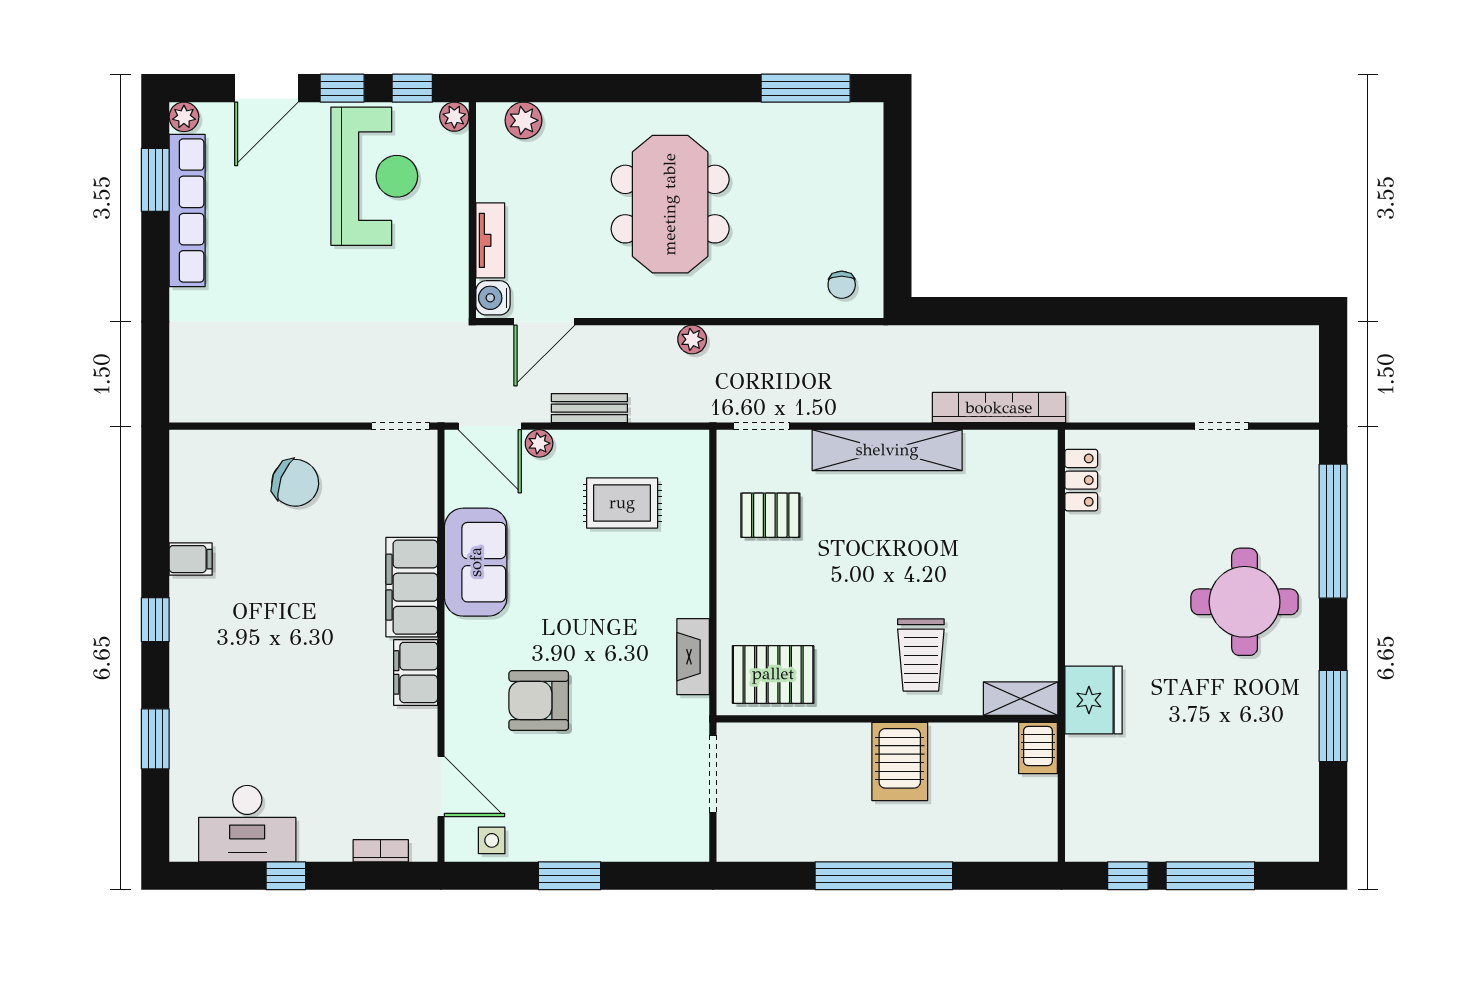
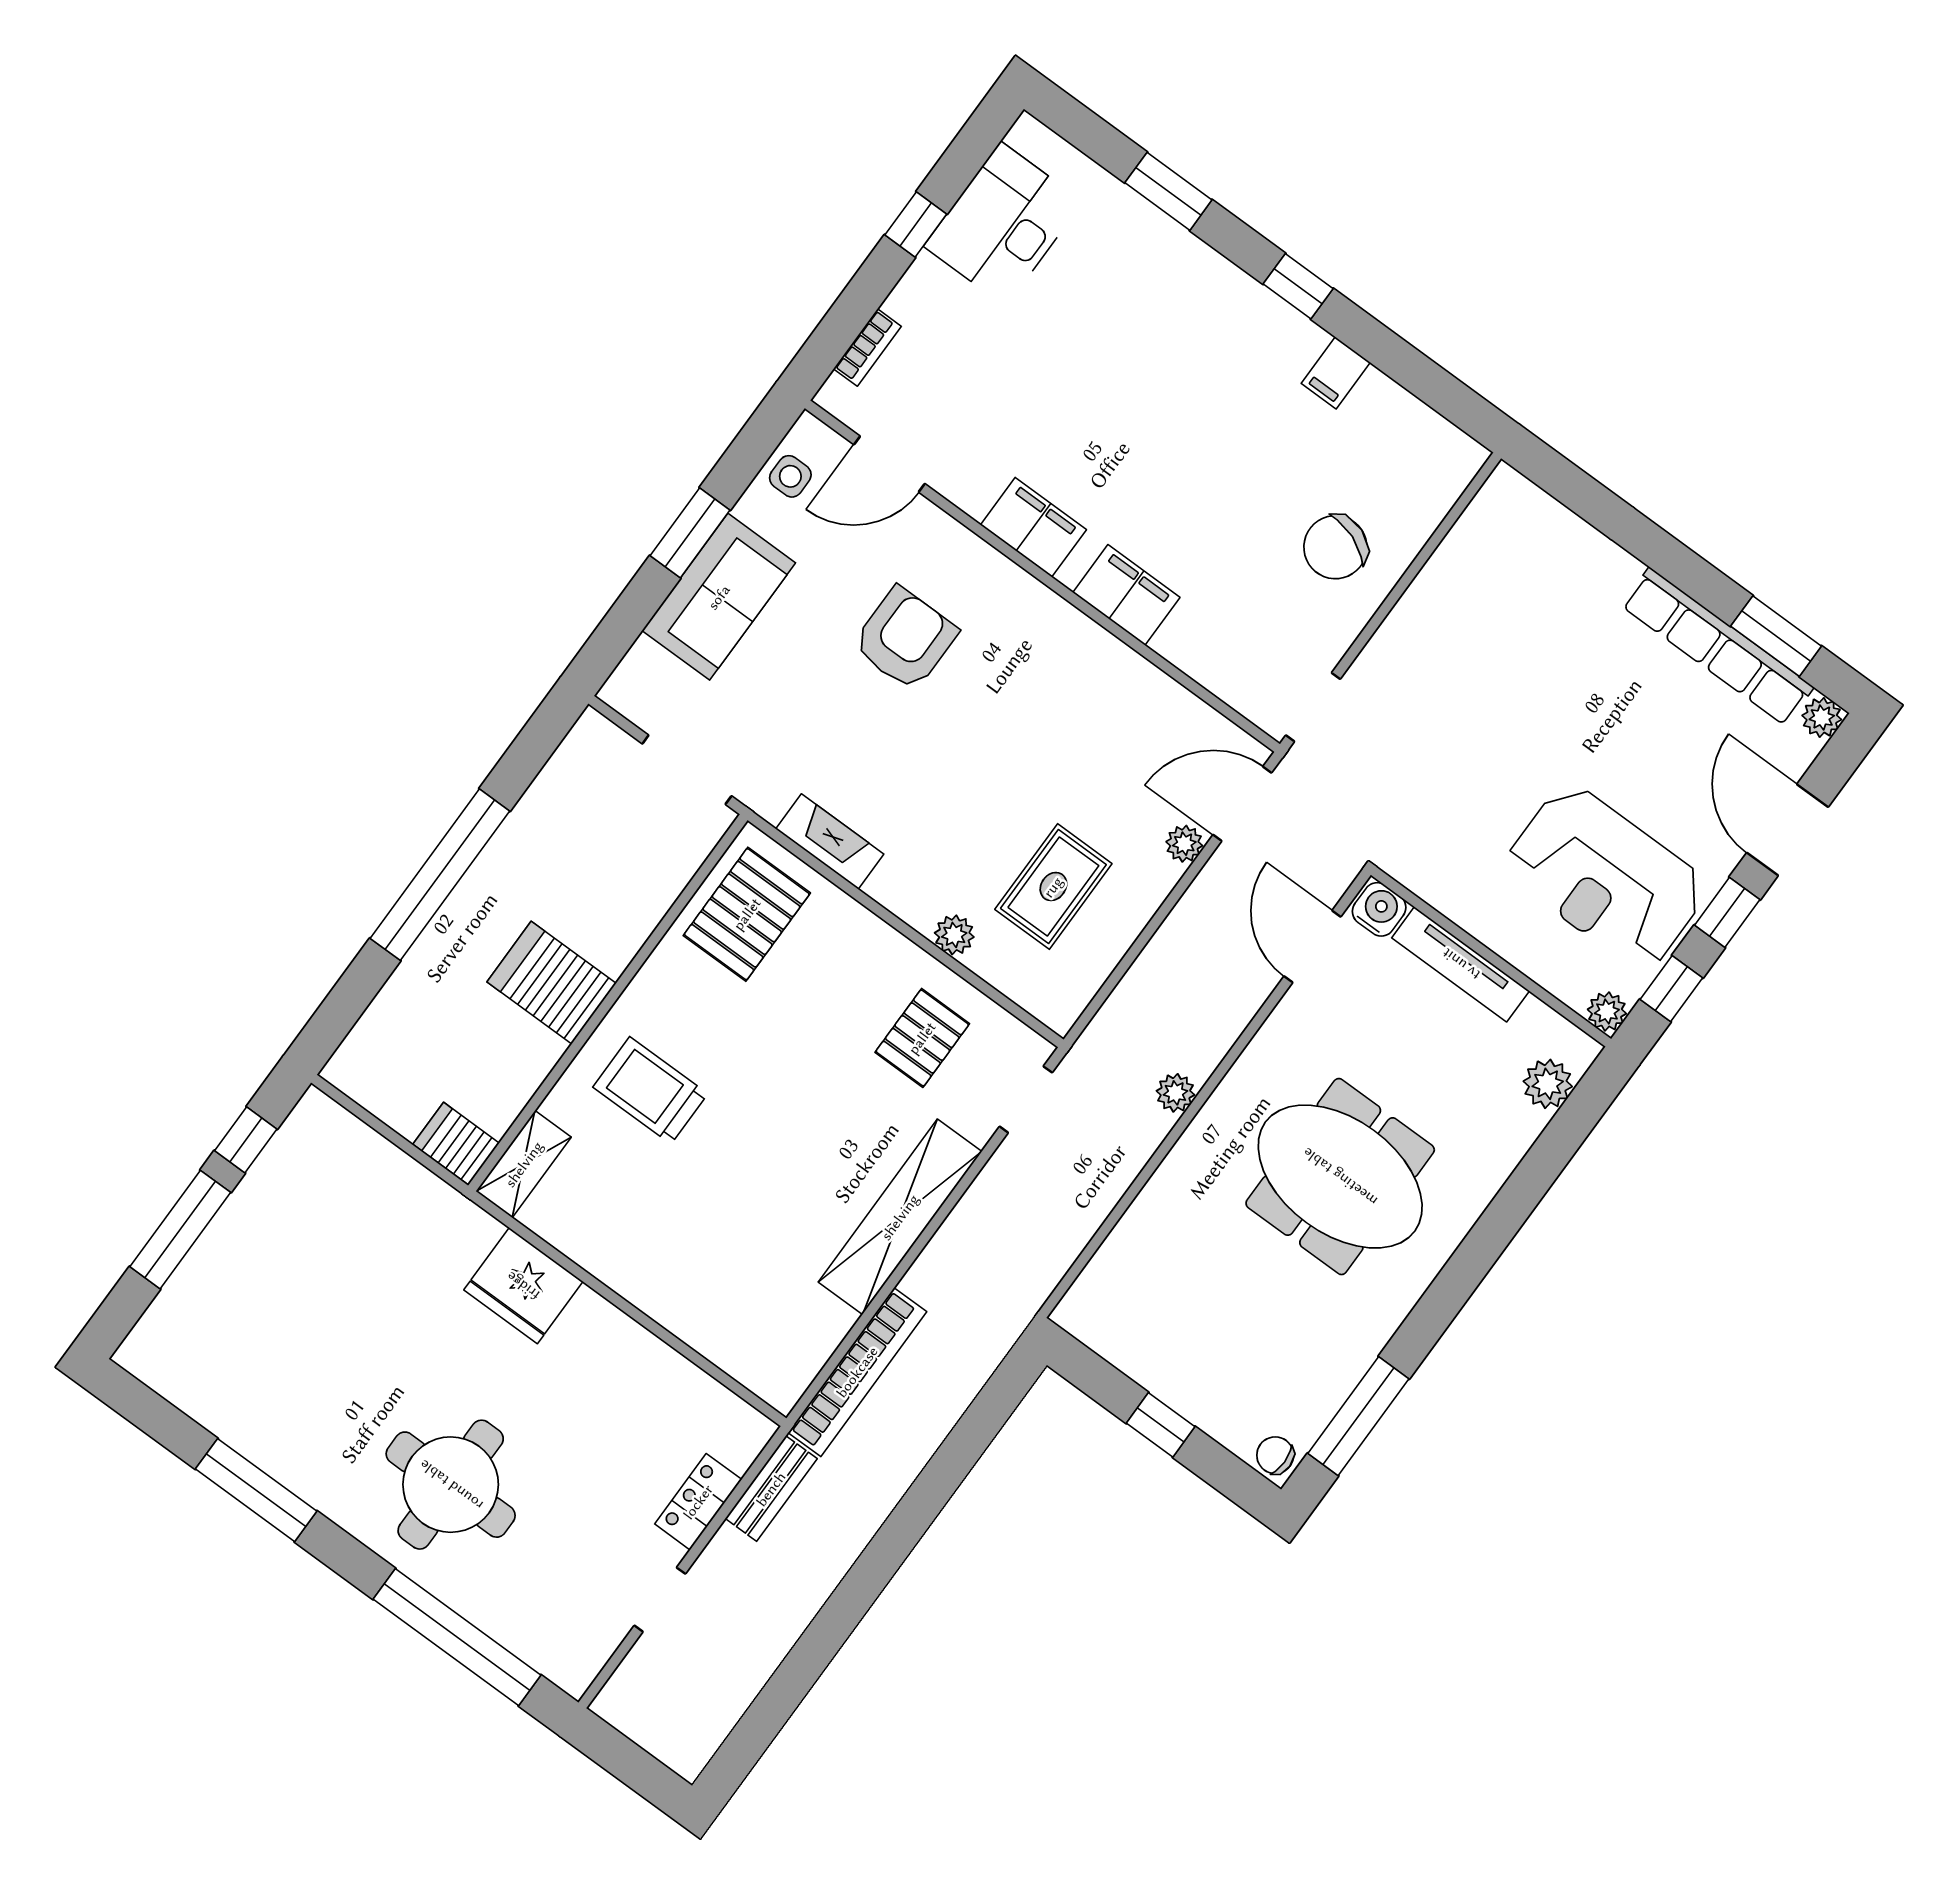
window: (898, 203) -> (1161, 1425), added
tv unit: (490, 240) -> (1461, 964), width x1.41
chair: (842, 285) -> (1275, 1455), moved
bench: (589, 408) -> (771, 1489), moved
locker: (1081, 480) -> (698, 1502), moved, turned 90
plant: (695, 541) -> (954, 935), added
sofa: (476, 562) -> (719, 597), moved, turned -90
filing cabinet: (412, 587) -> (1126, 595), width x0.67, depth x0.86
fridge: (1094, 700) -> (523, 1286), moved

